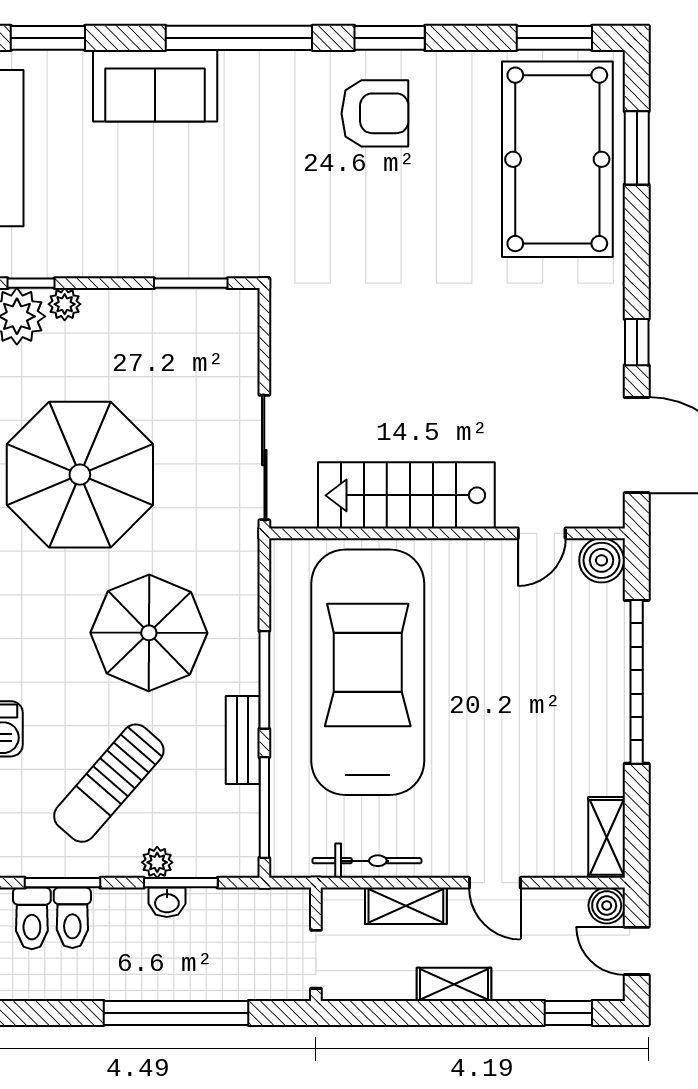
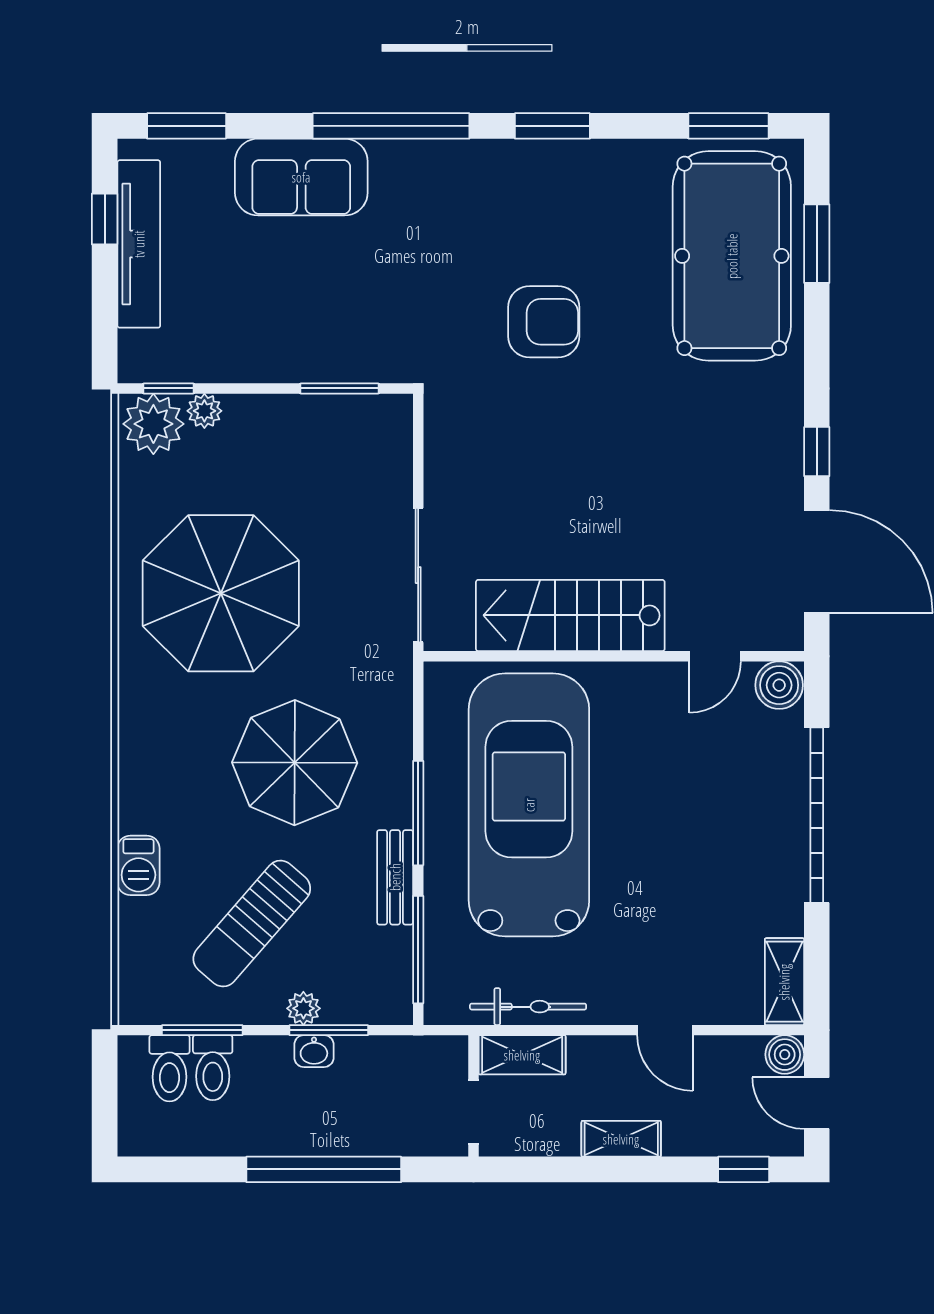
armchair: (375, 113) -> (544, 322), moved
shelving: (406, 906) -> (522, 1055), moved

